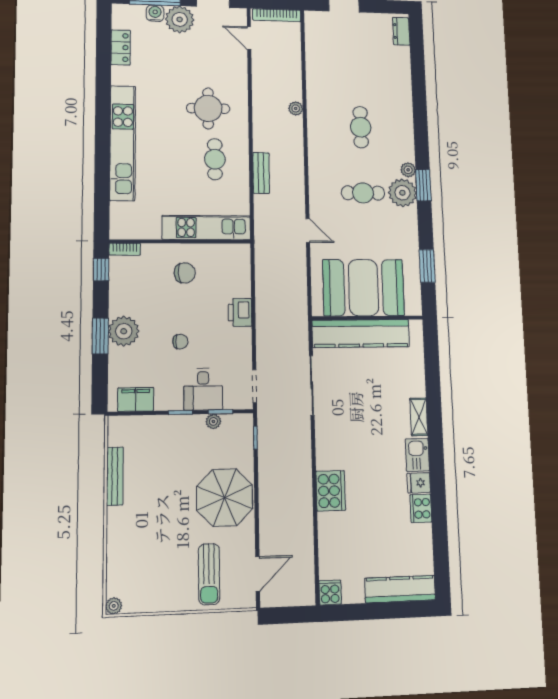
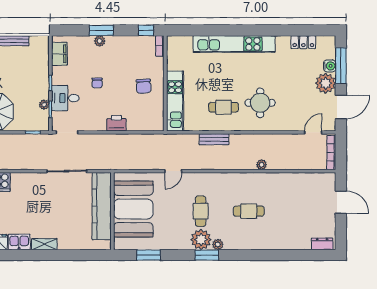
plant: (124, 331) -> (100, 41), width x0.53, depth x0.53

